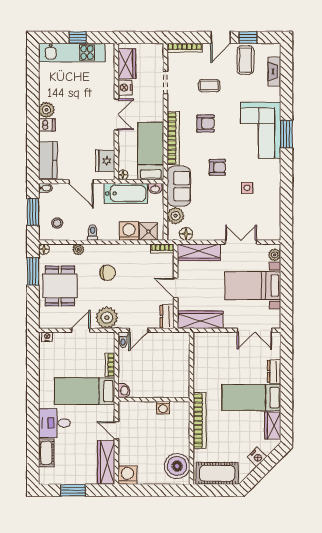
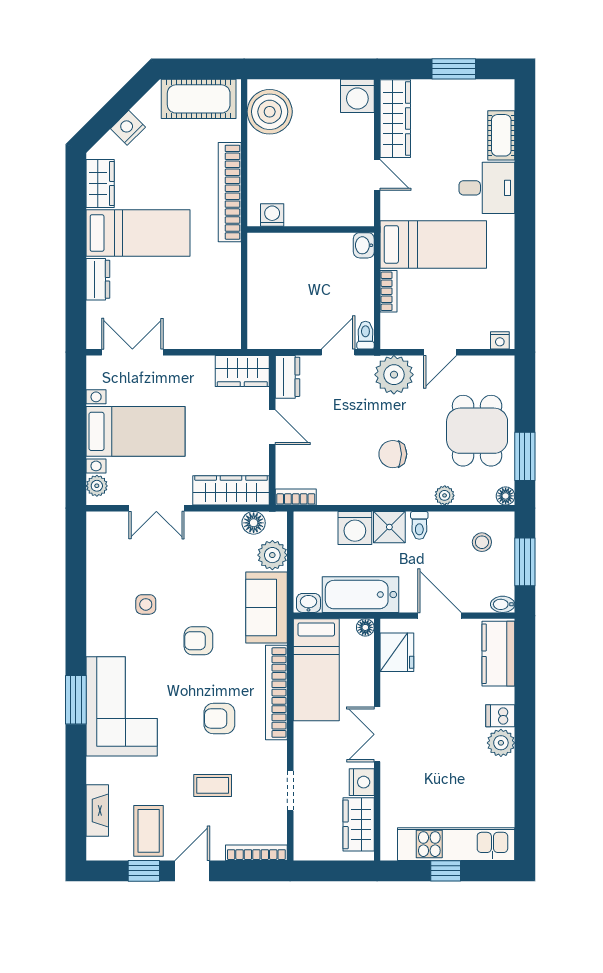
shower: (148, 232) -> (389, 527), moved
wardrobe: (200, 320) -> (242, 371), width x0.67
washing machine: (163, 408) -> (272, 215), moved

